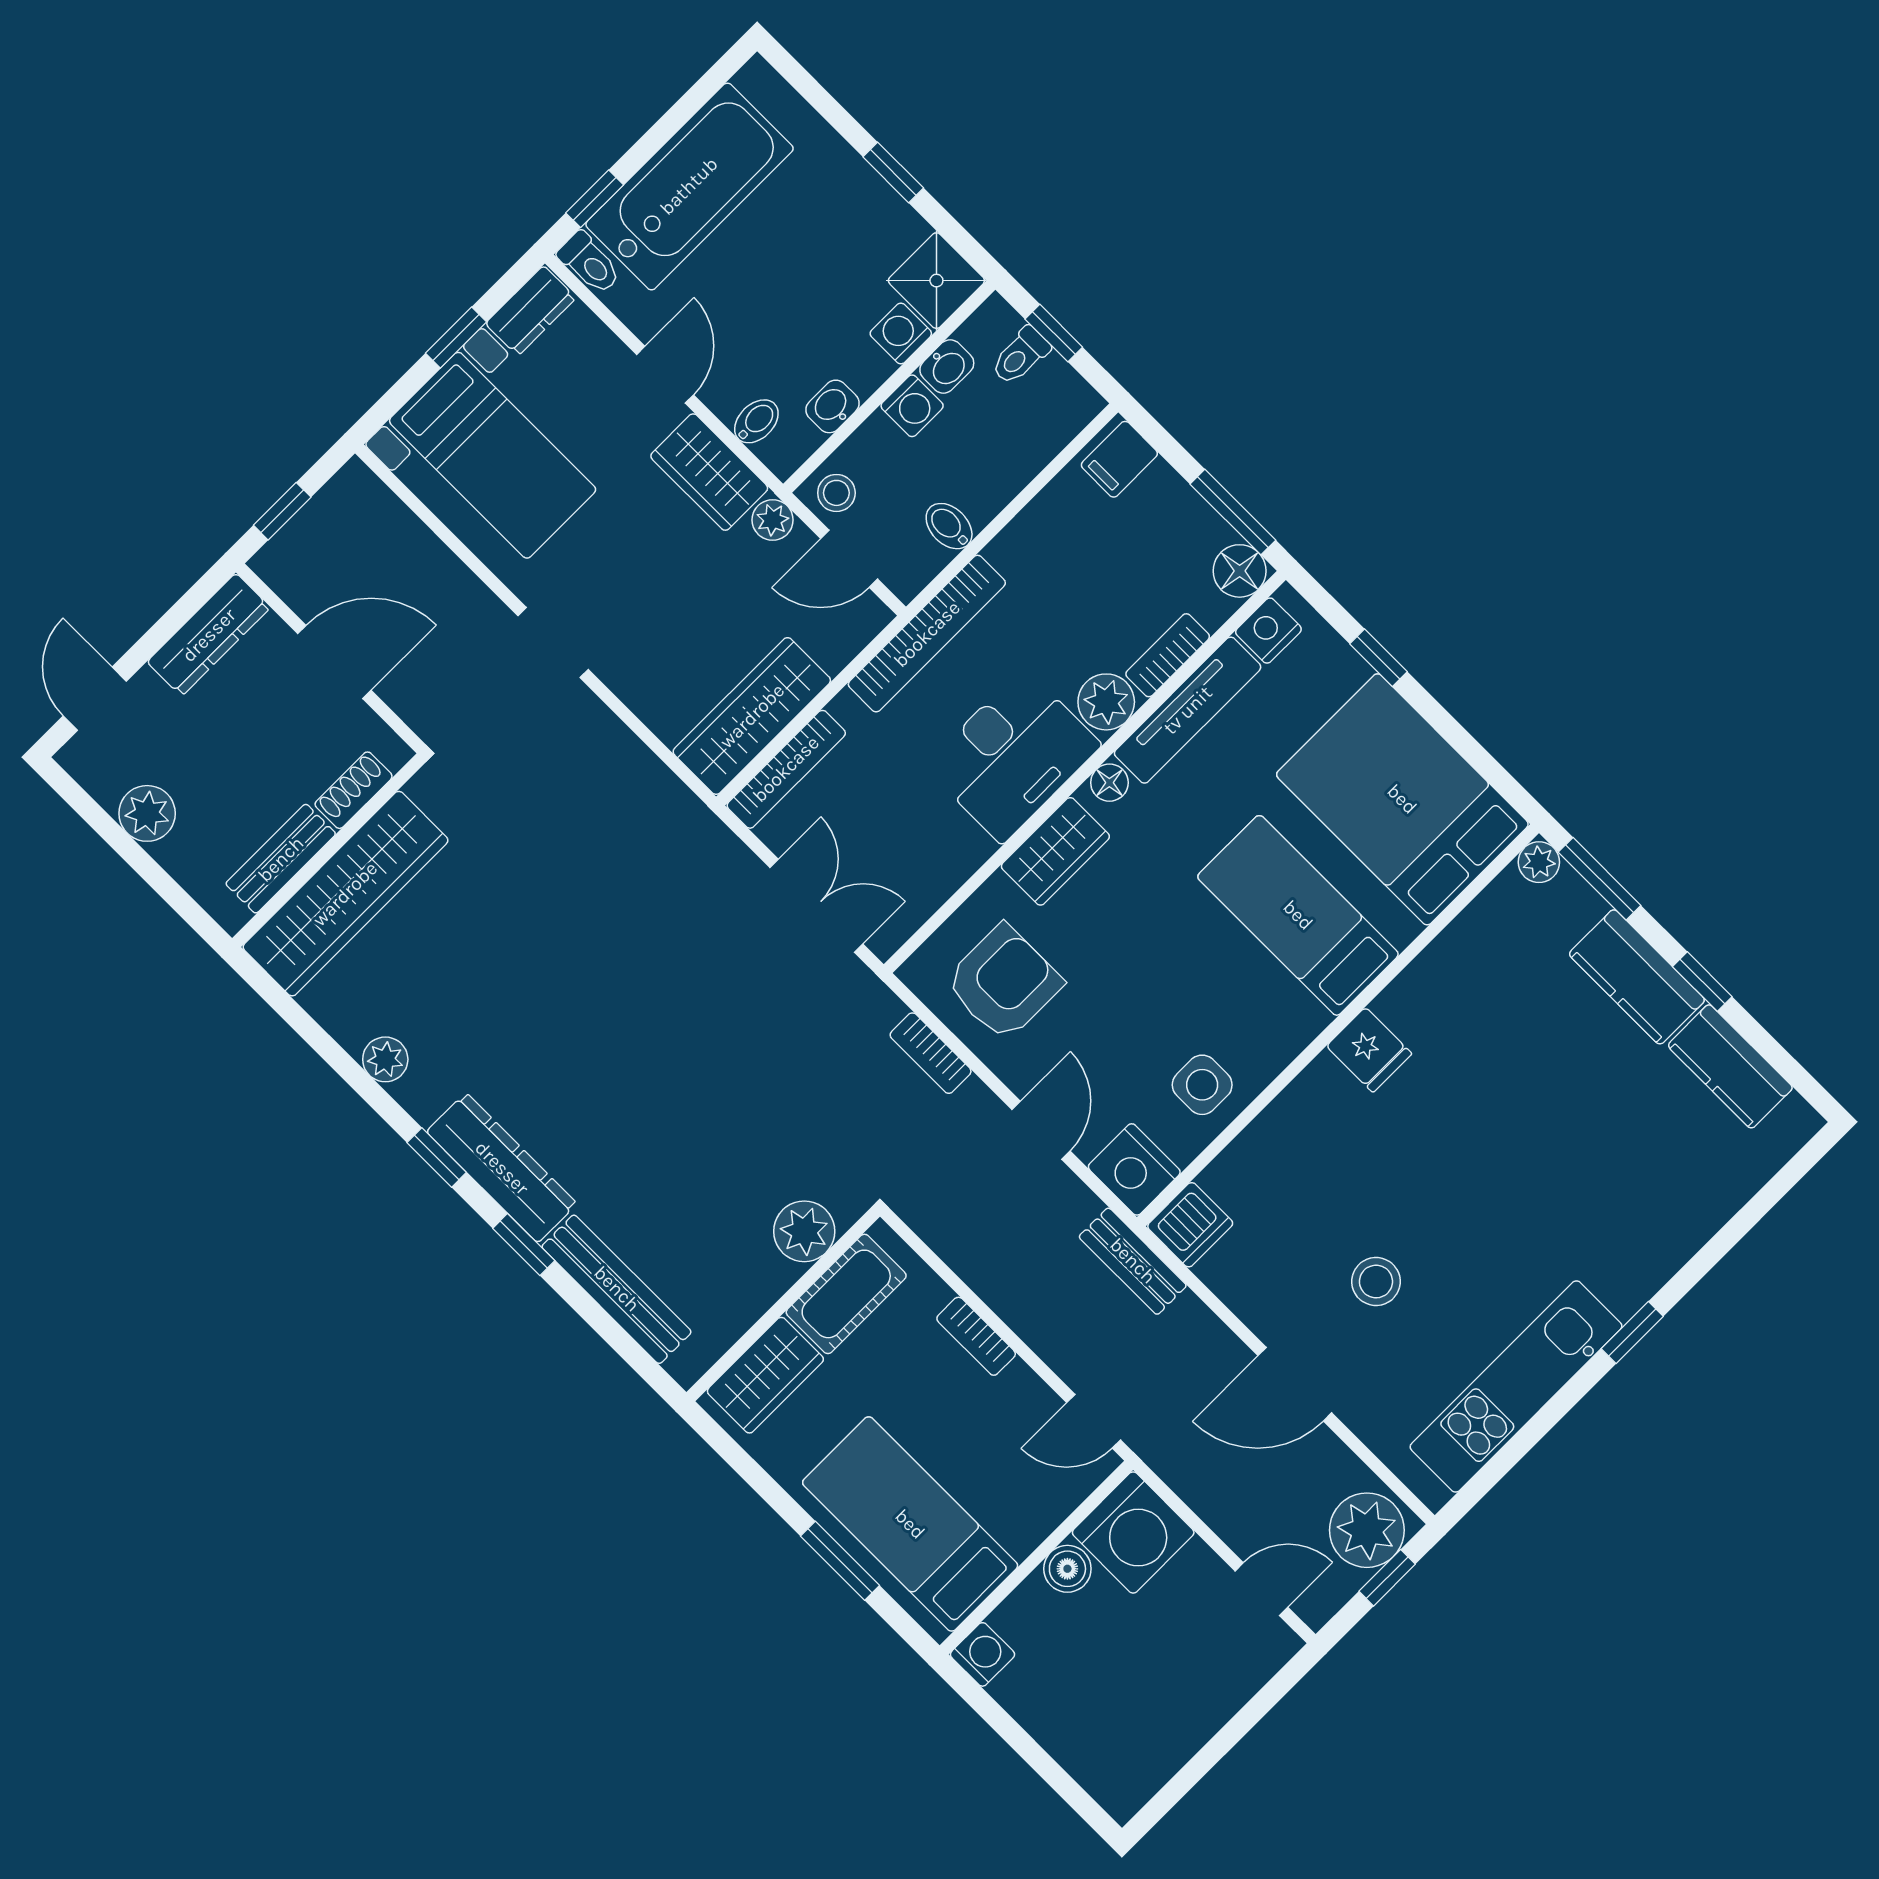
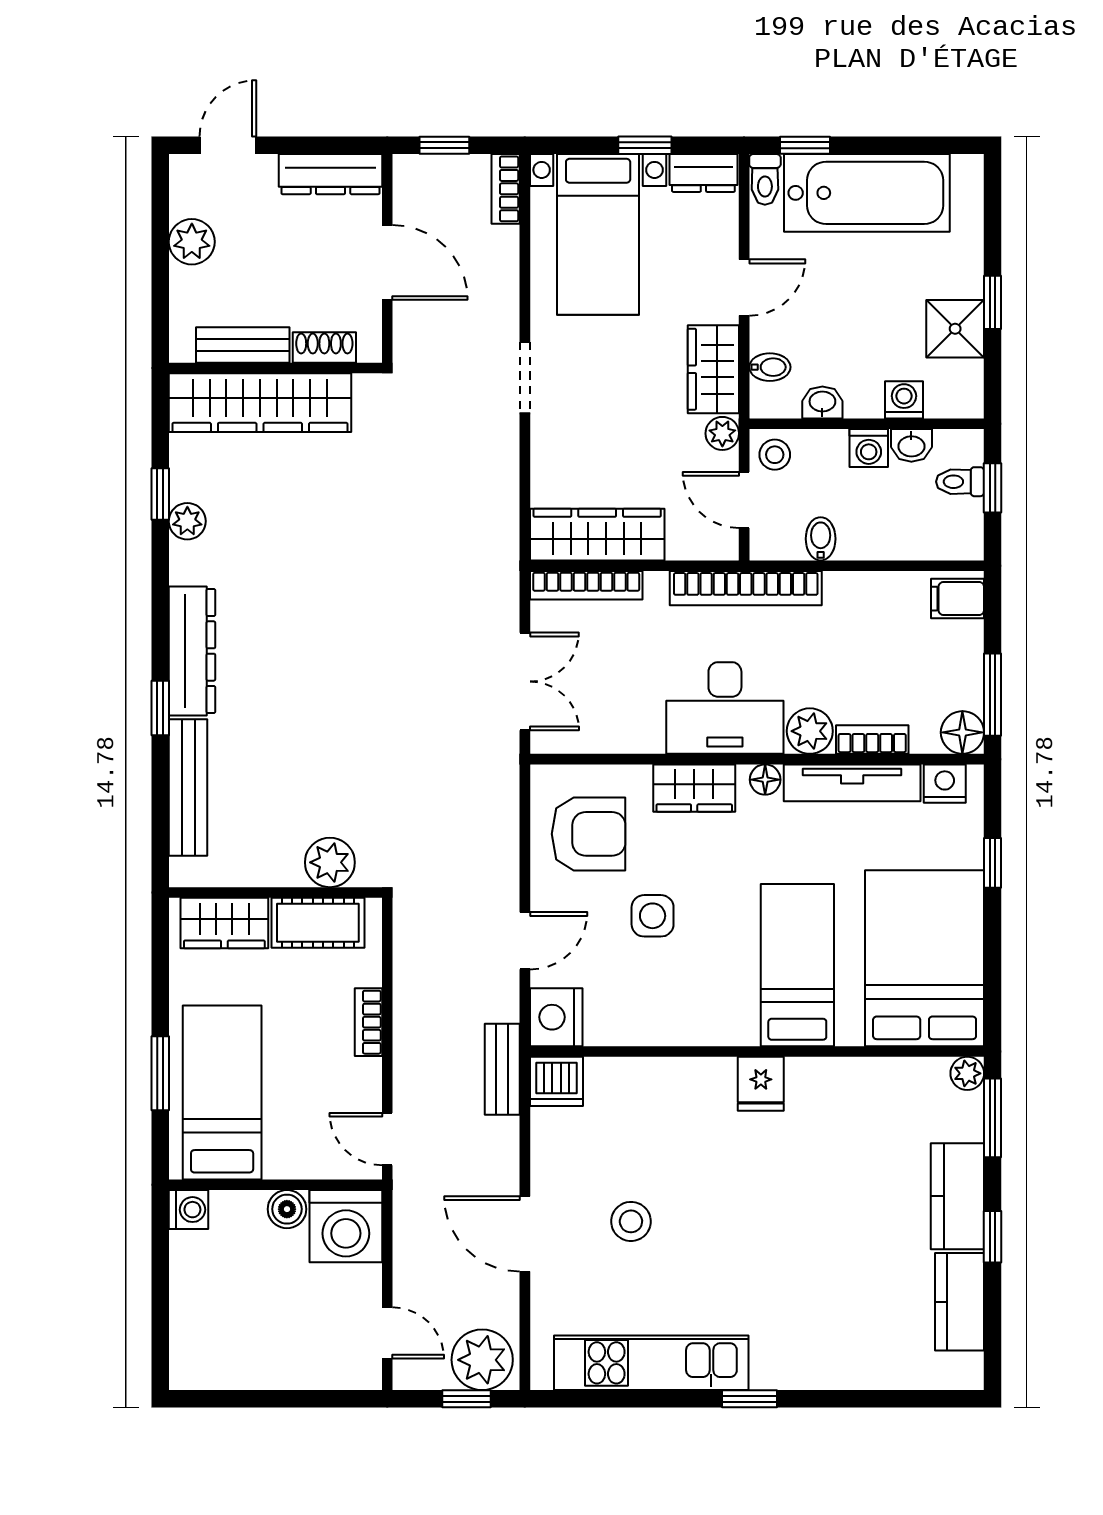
shower: (936, 281) -> (955, 329), moved
bookcase: (931, 1053) -> (506, 189), moved
side table: (1202, 1085) -> (653, 916), moved
window: (437, 1157) -> (160, 494), moved

